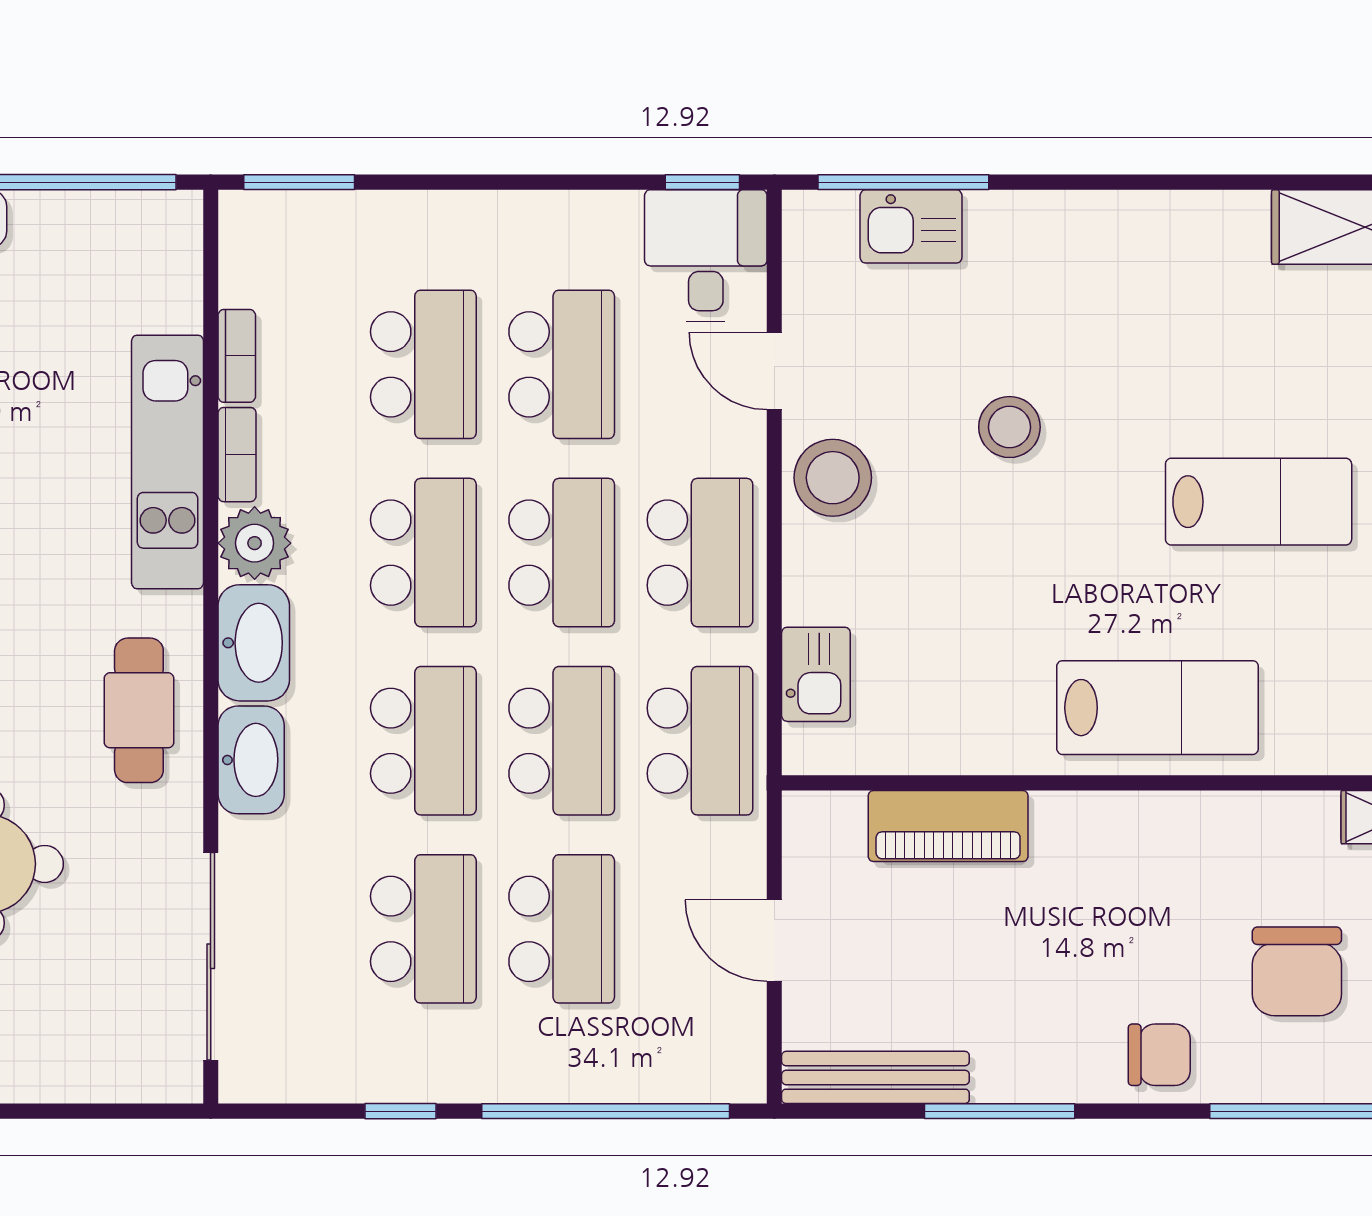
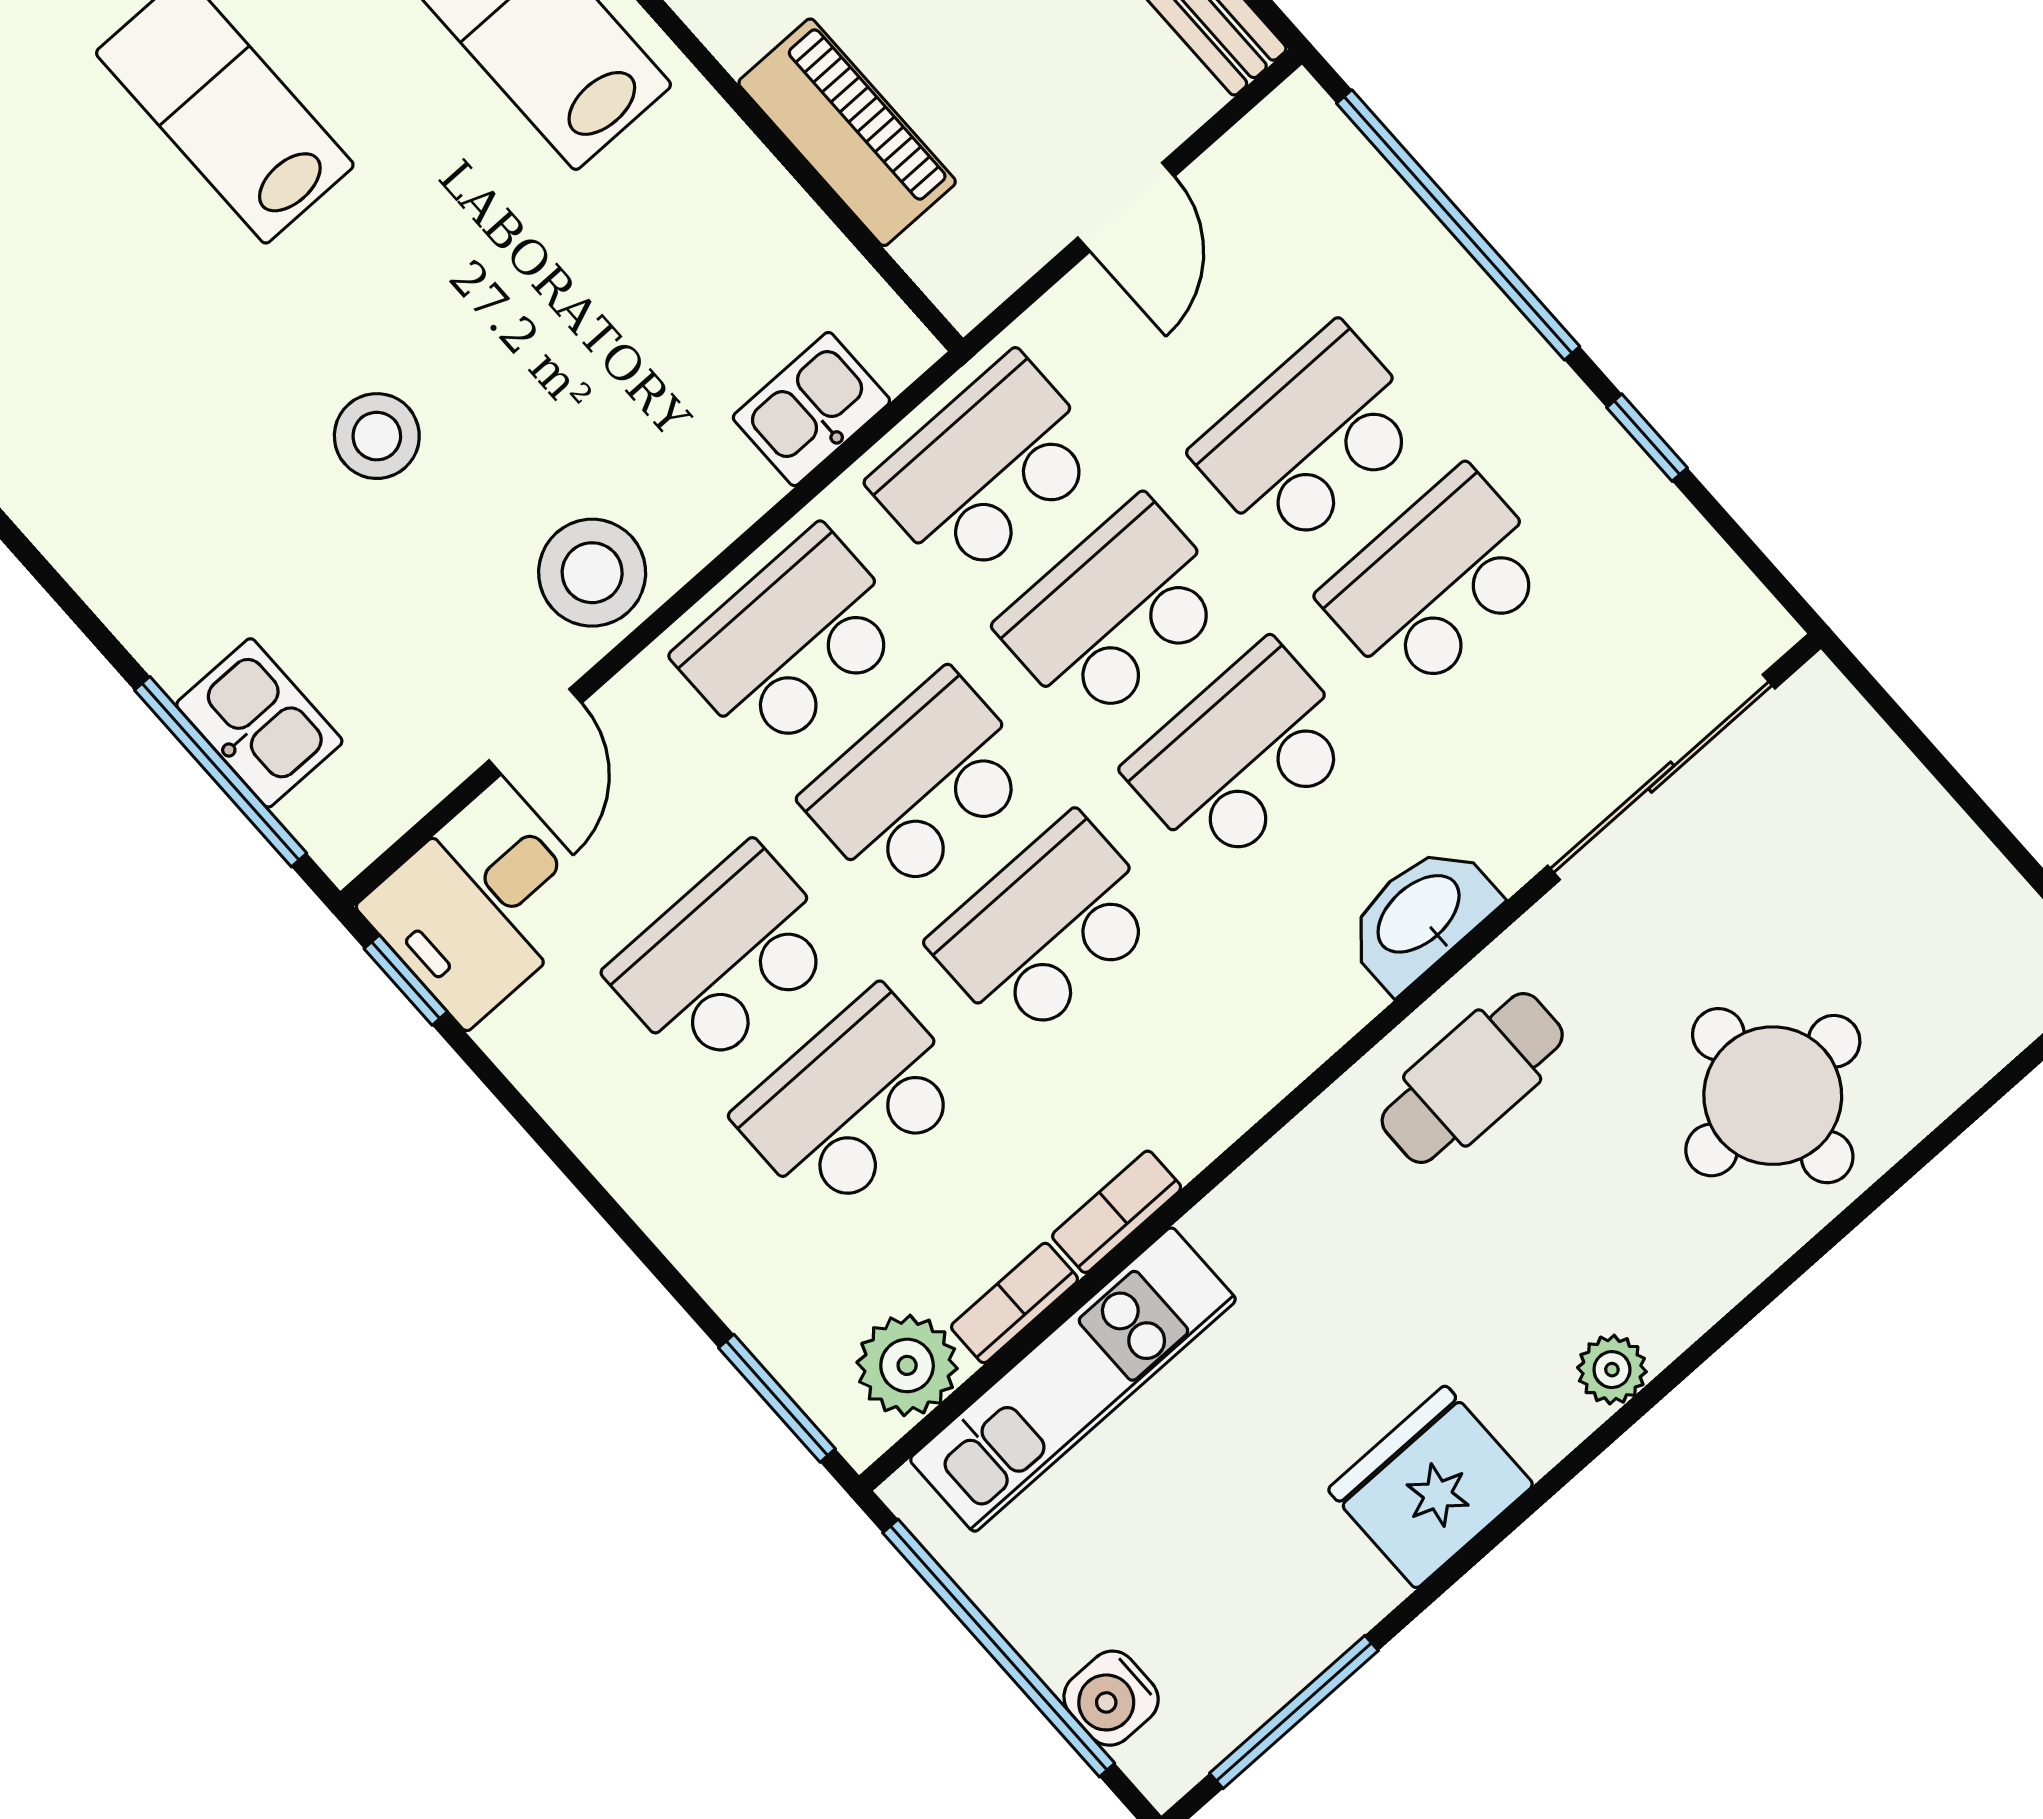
kitchen unit: (168, 462) -> (1073, 1380), moved
plant: (255, 543) -> (907, 1365), moved
washbasin: (254, 643) -> (1296, 1021), removed

